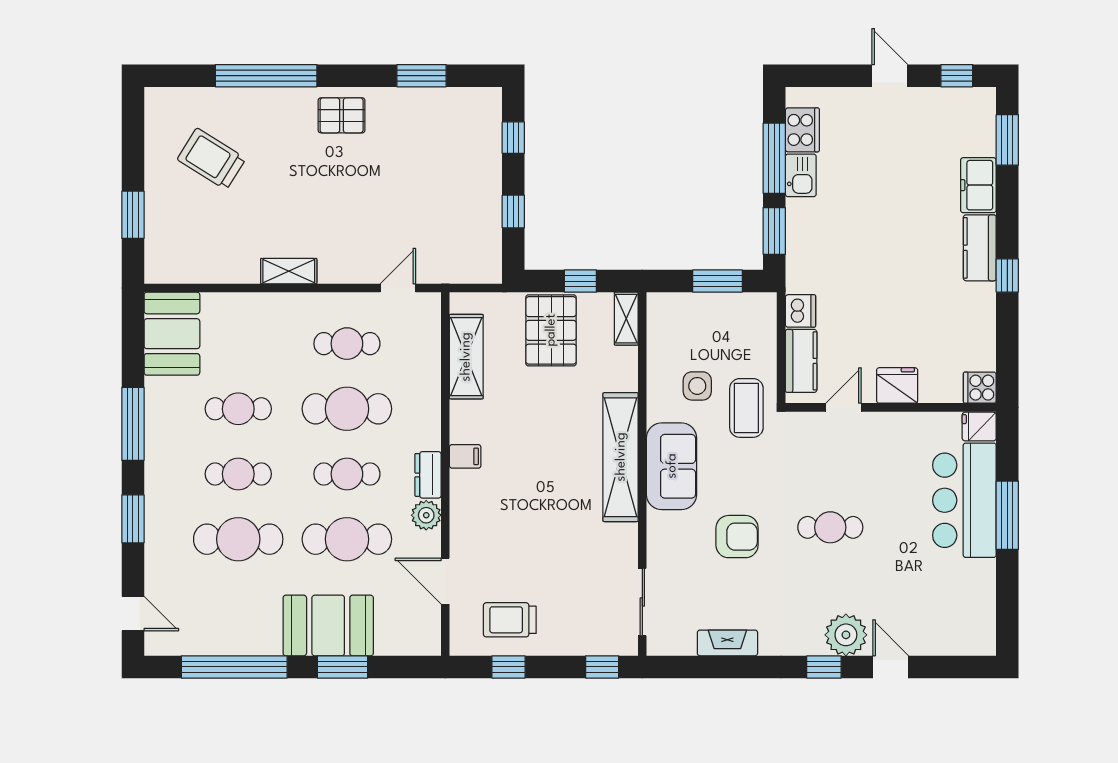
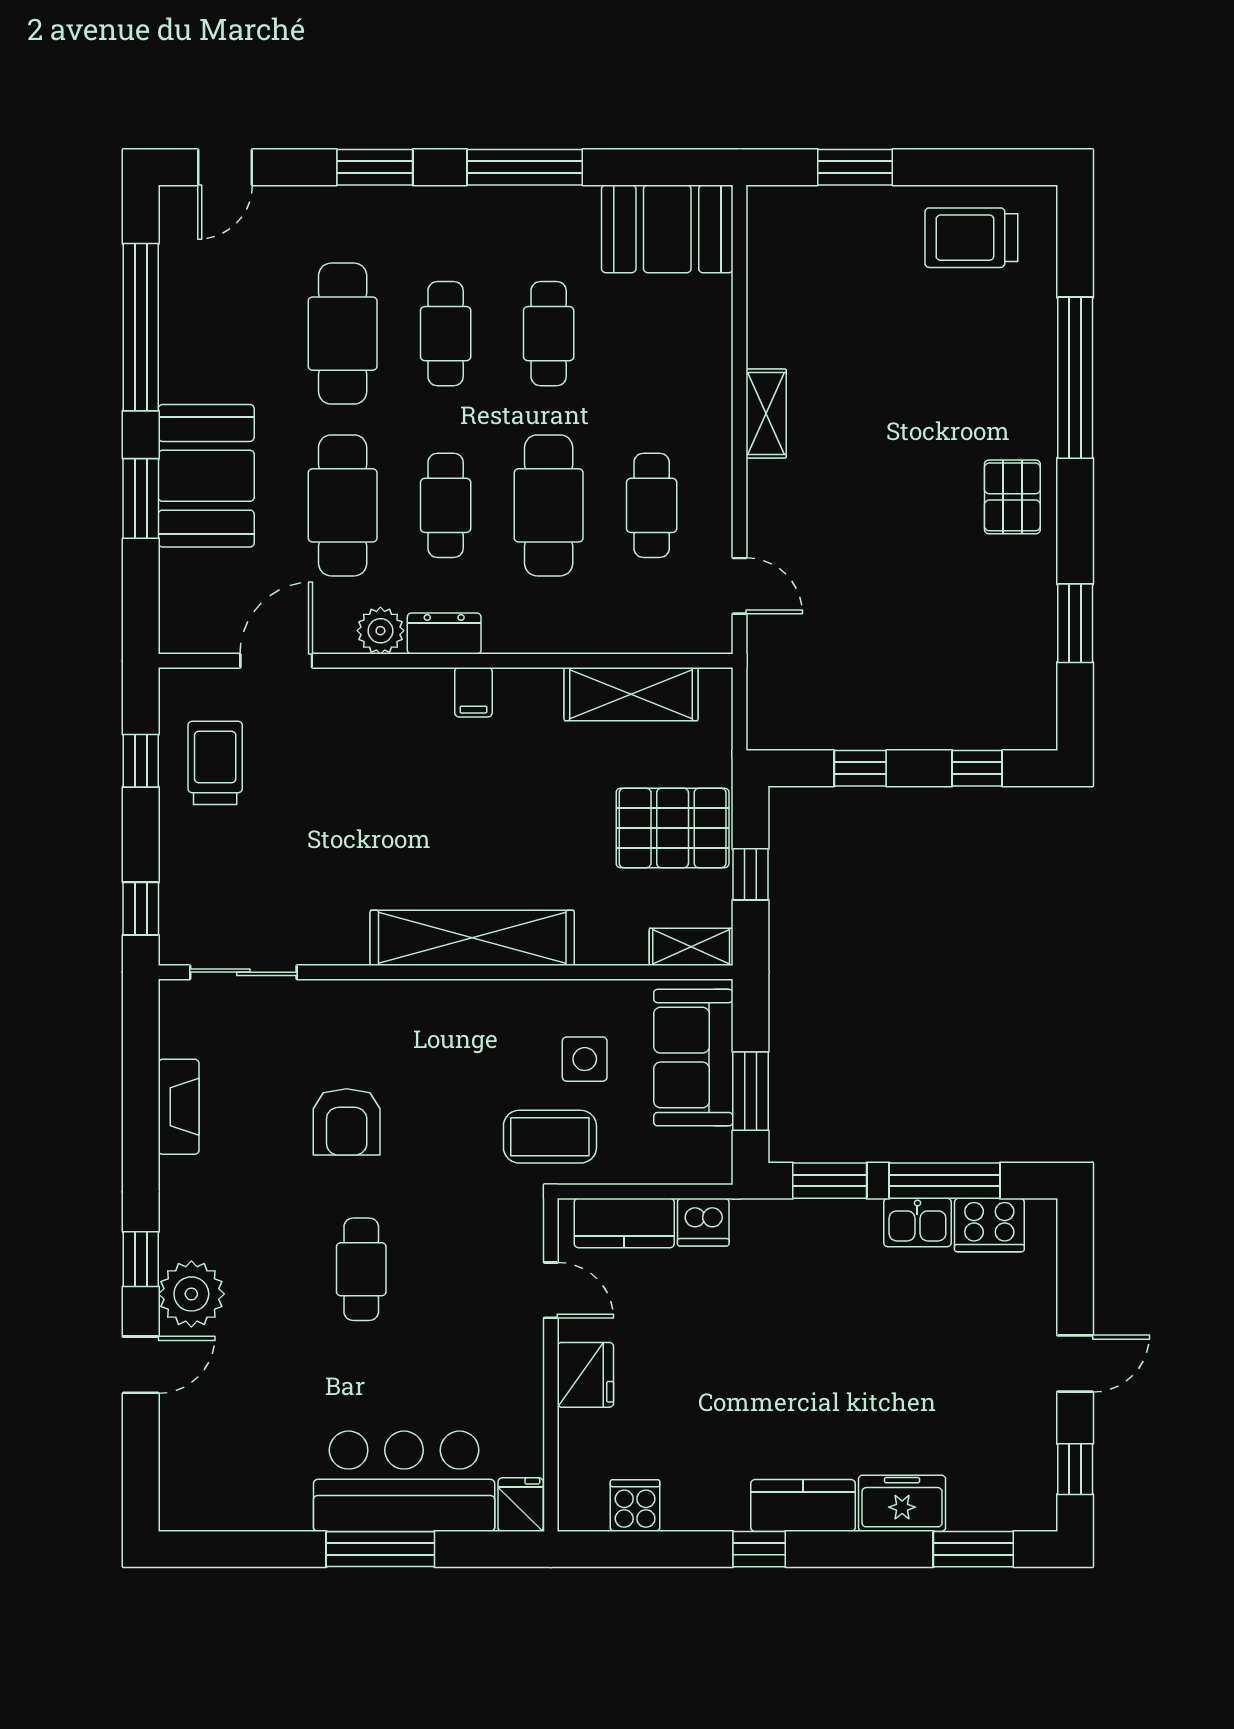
trolley: (211, 159) -> (971, 238), moved, turned -122
cooker: (980, 388) -> (635, 1506), moved
sofa: (672, 466) -> (693, 1058), moved, turned 90

